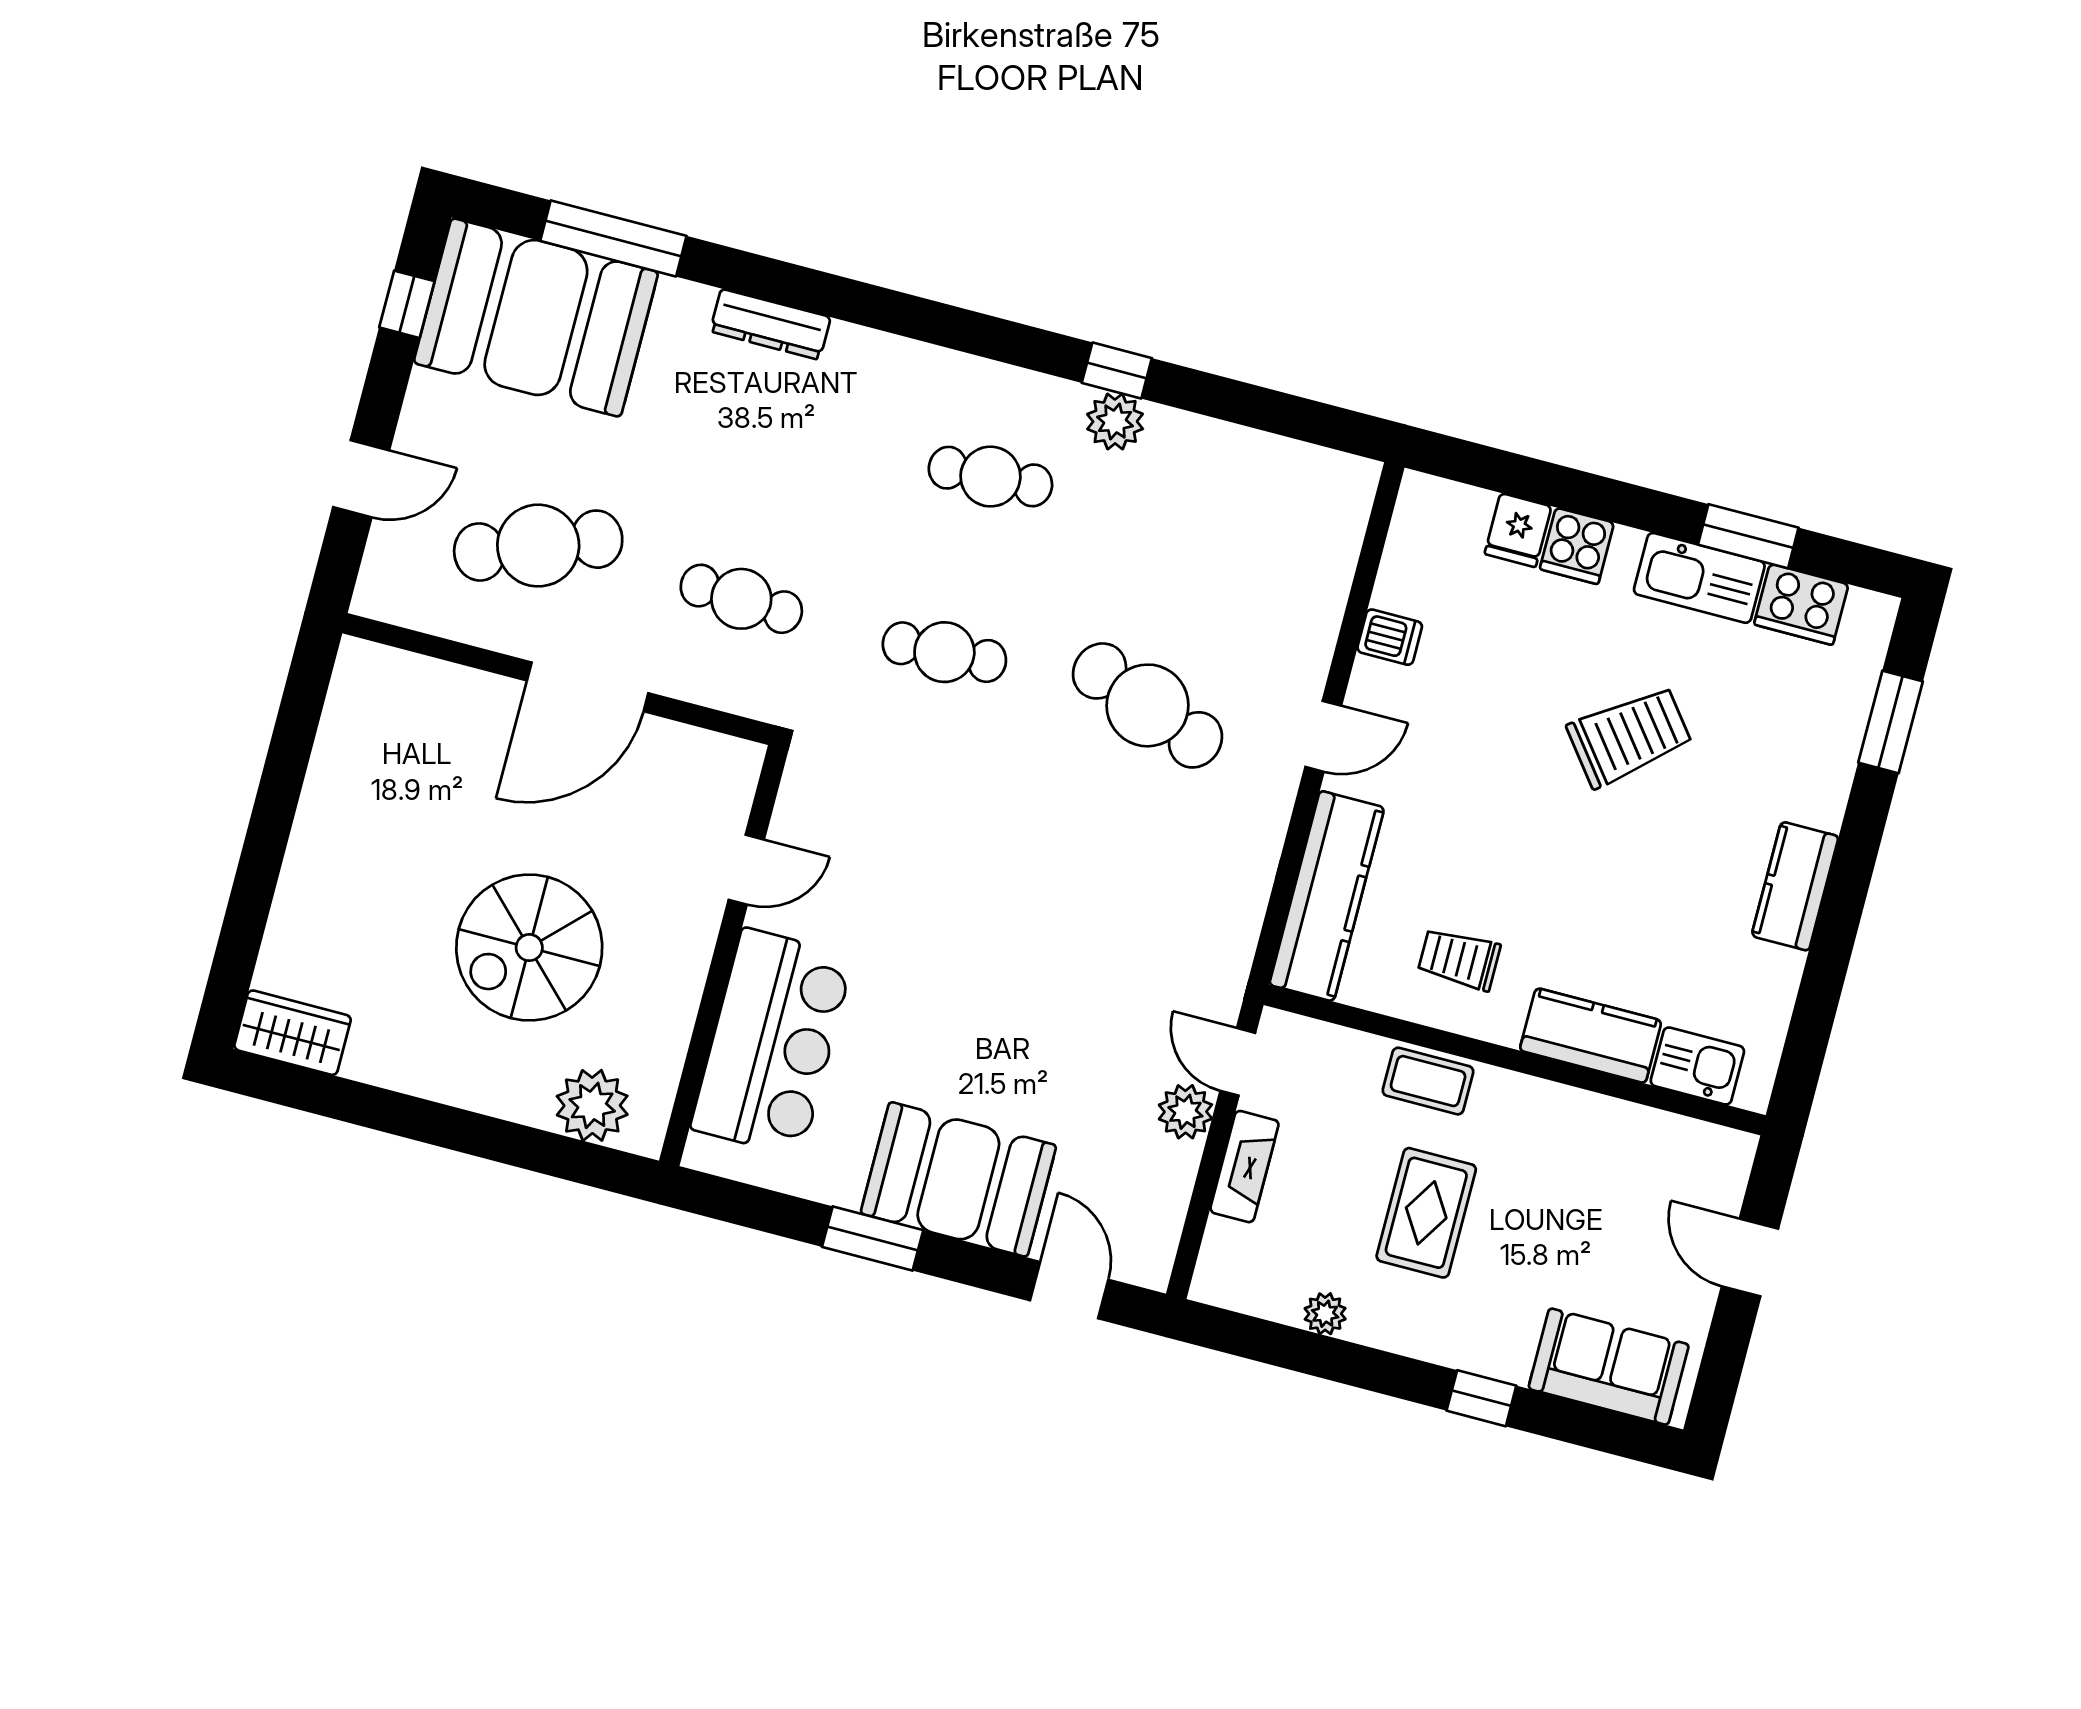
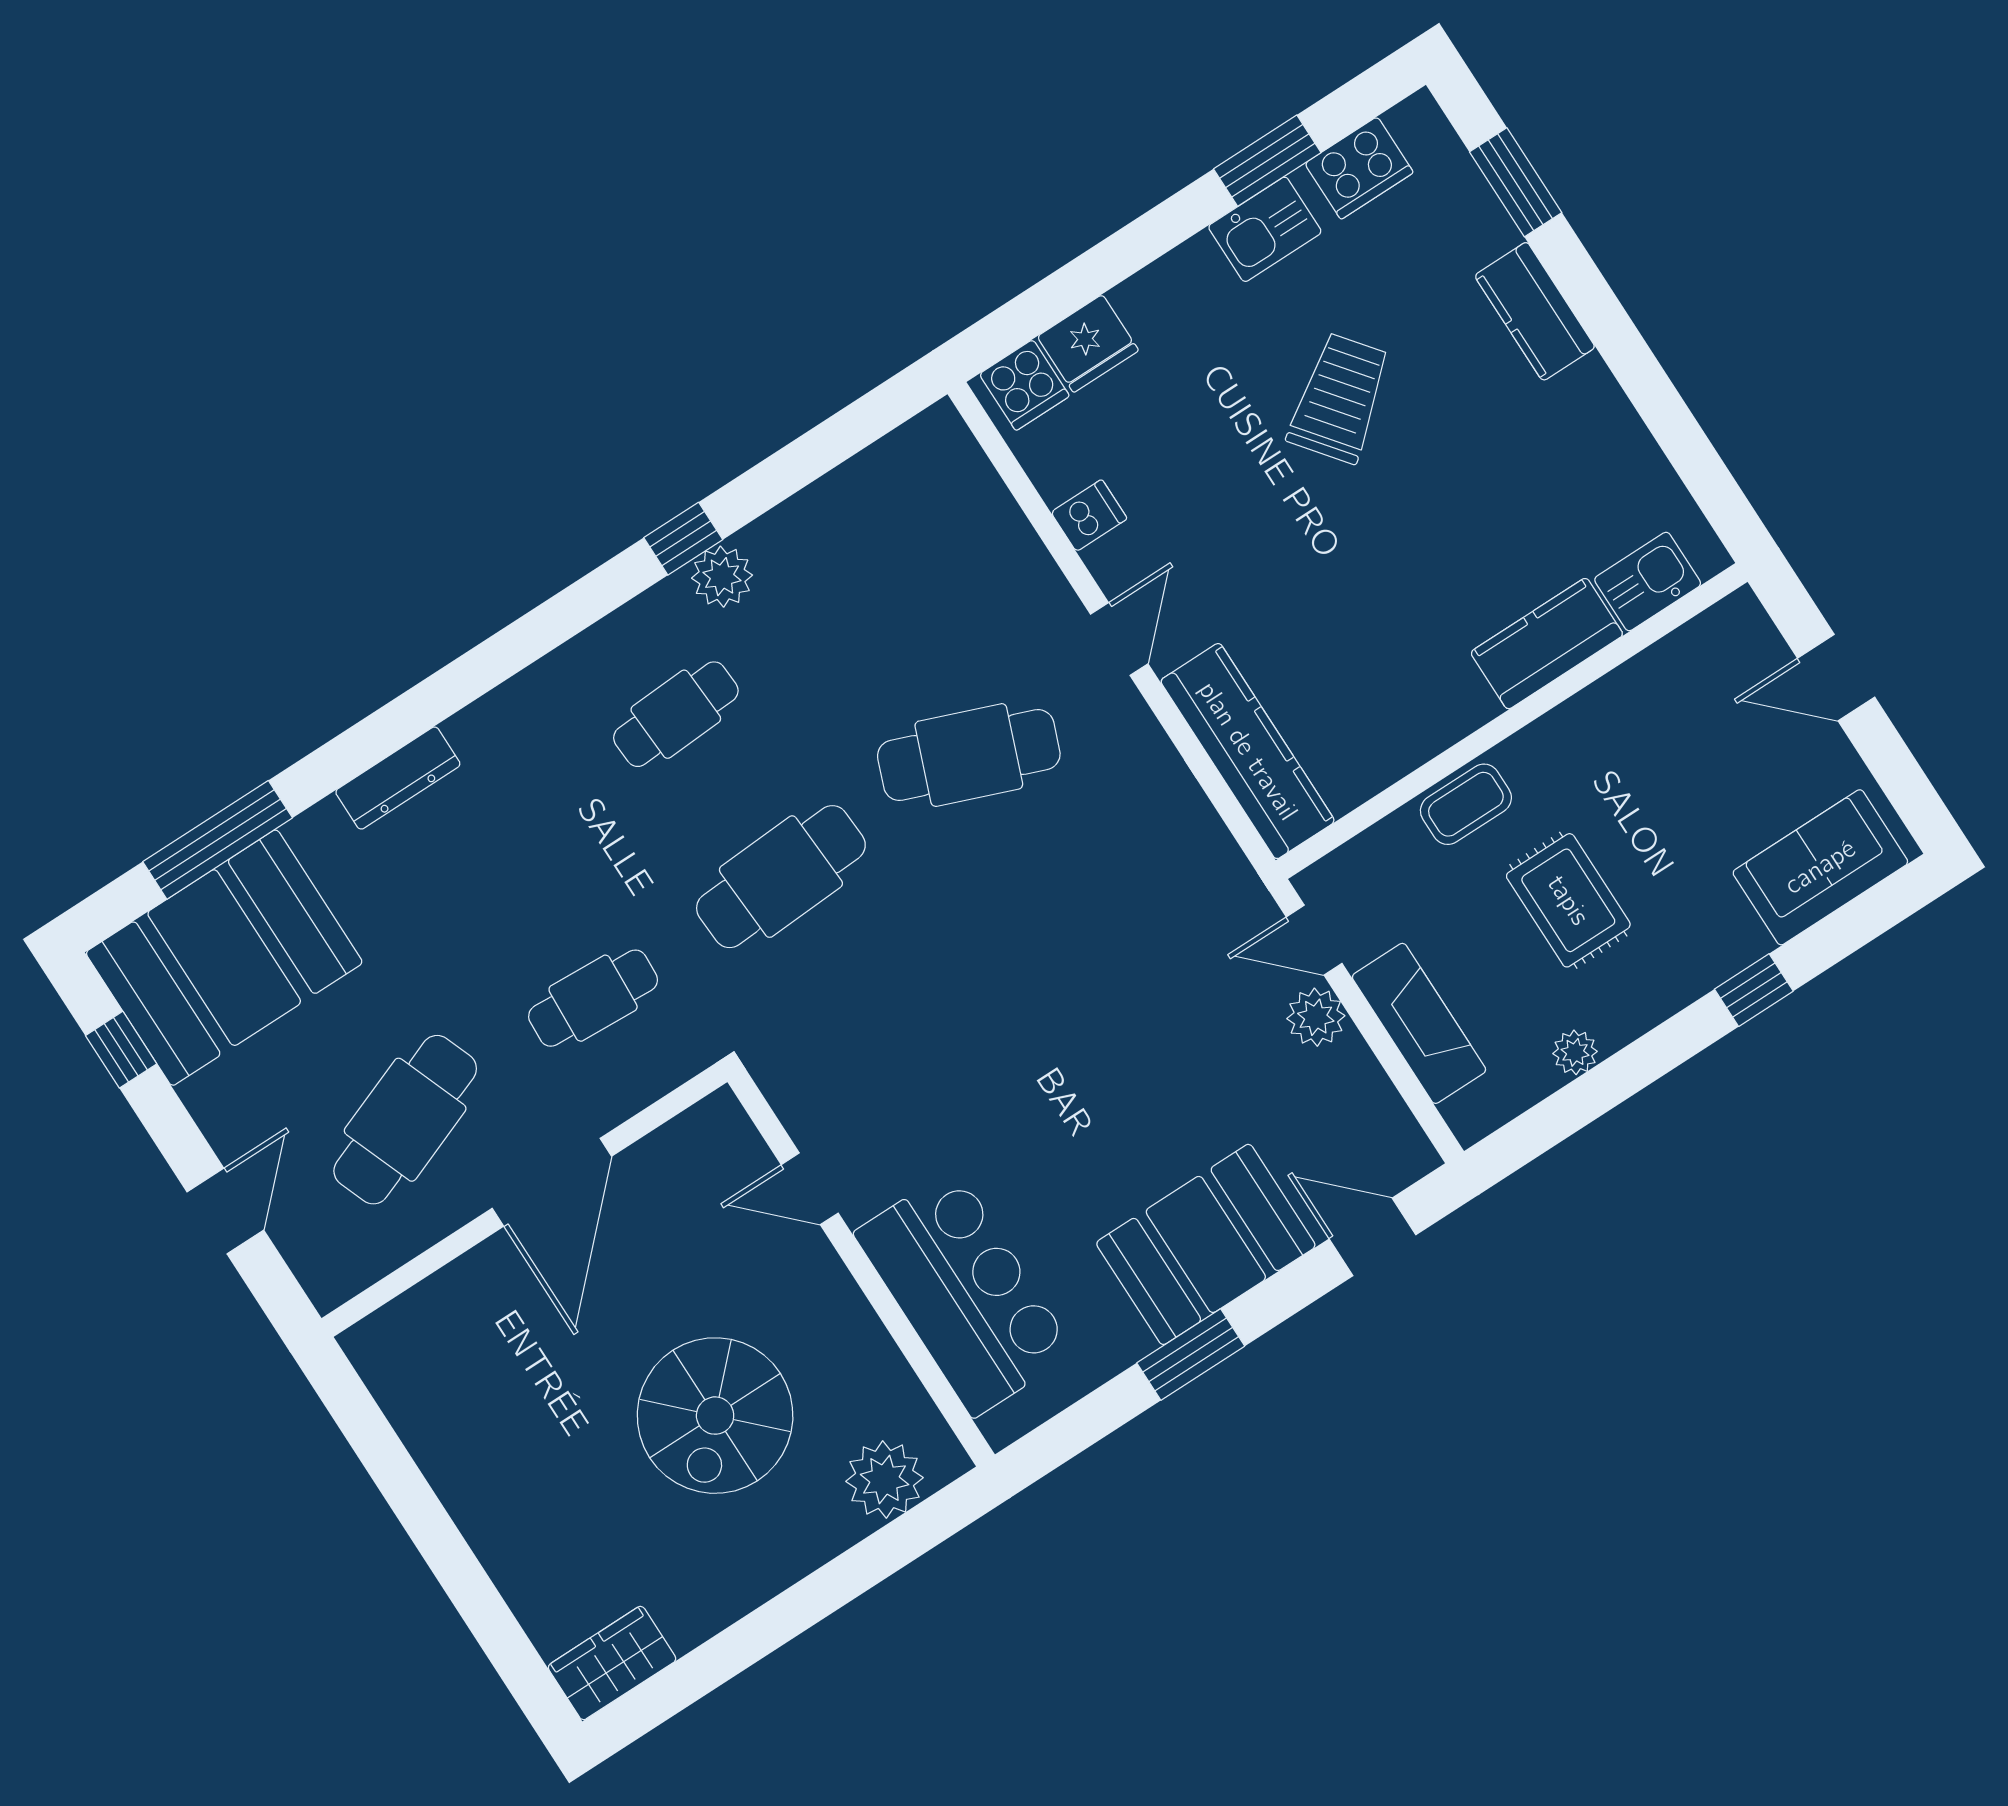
fridge: (1518, 530) -> (1088, 344), width x1.38
cooker: (1577, 546) -> (1024, 385), moved
kitchen sink: (1699, 578) -> (1265, 229), width x0.73
cafe table: (944, 652) -> (781, 877), width x1.37, depth x1.35
door: (746, 870) -> (810, 1189), swing flipped
kitchen counter: (1795, 886) -> (1535, 311), moved
trolley: (1459, 959) -> (1392, 692), removed
fireplace: (1244, 1167) -> (1419, 1023), width x1.37, depth x1.32

